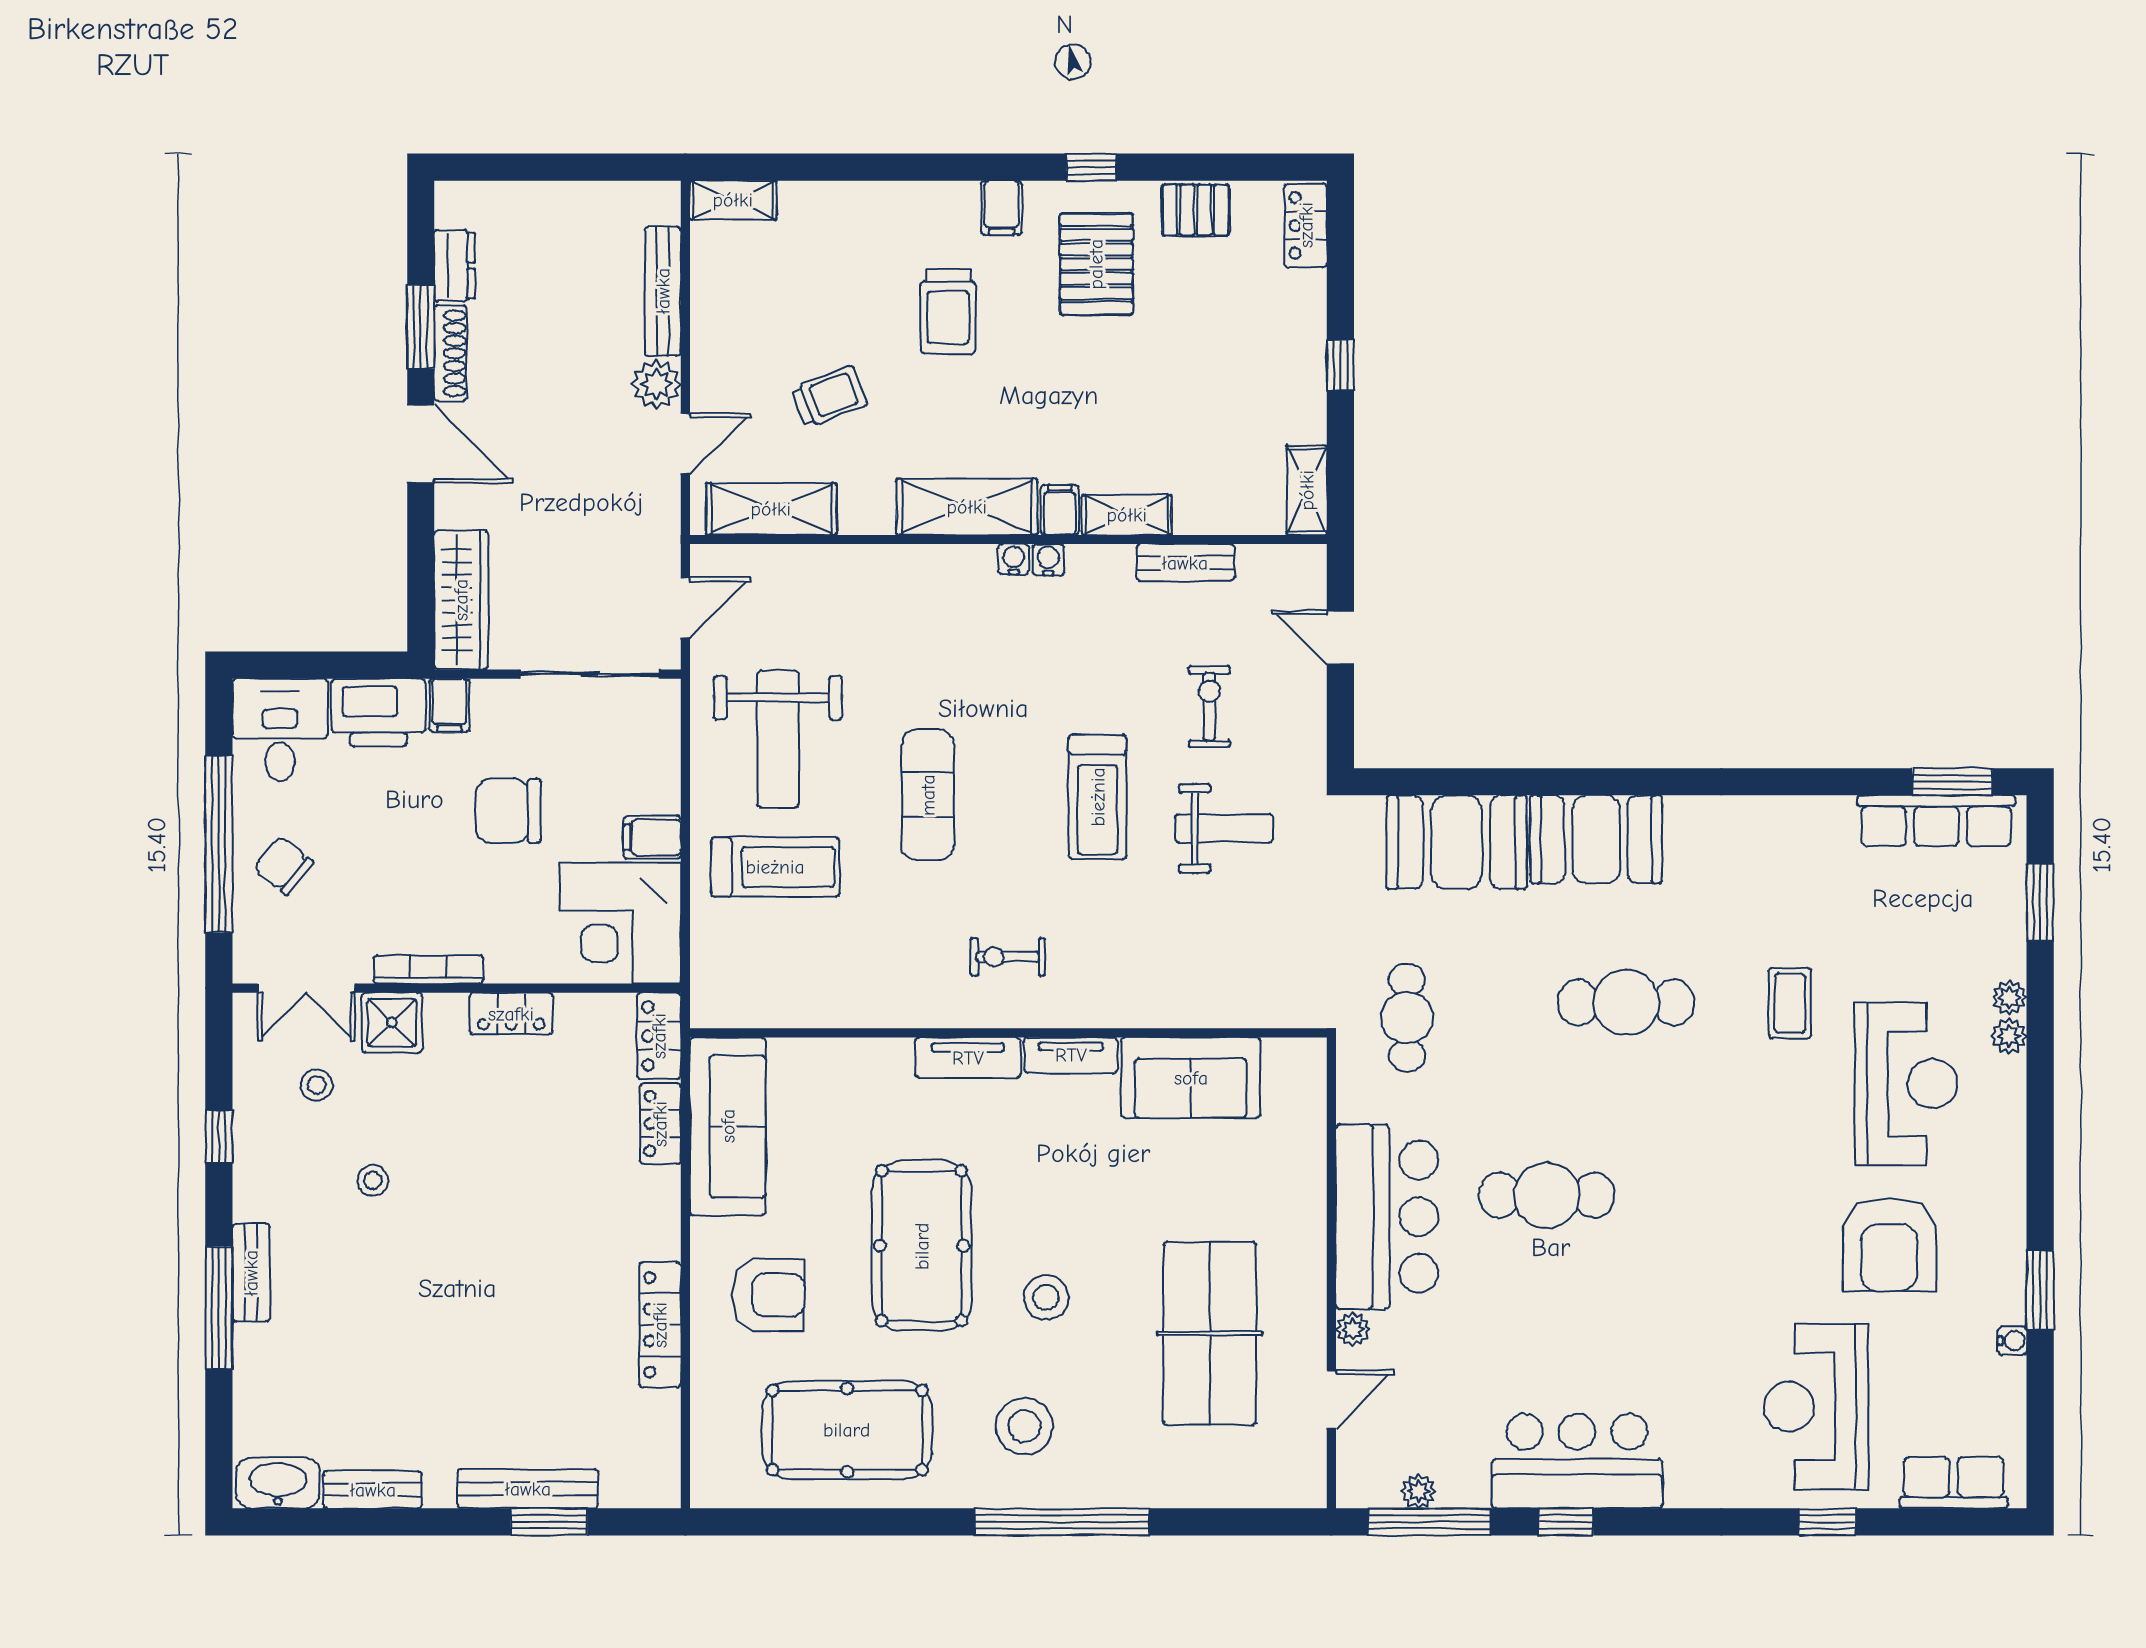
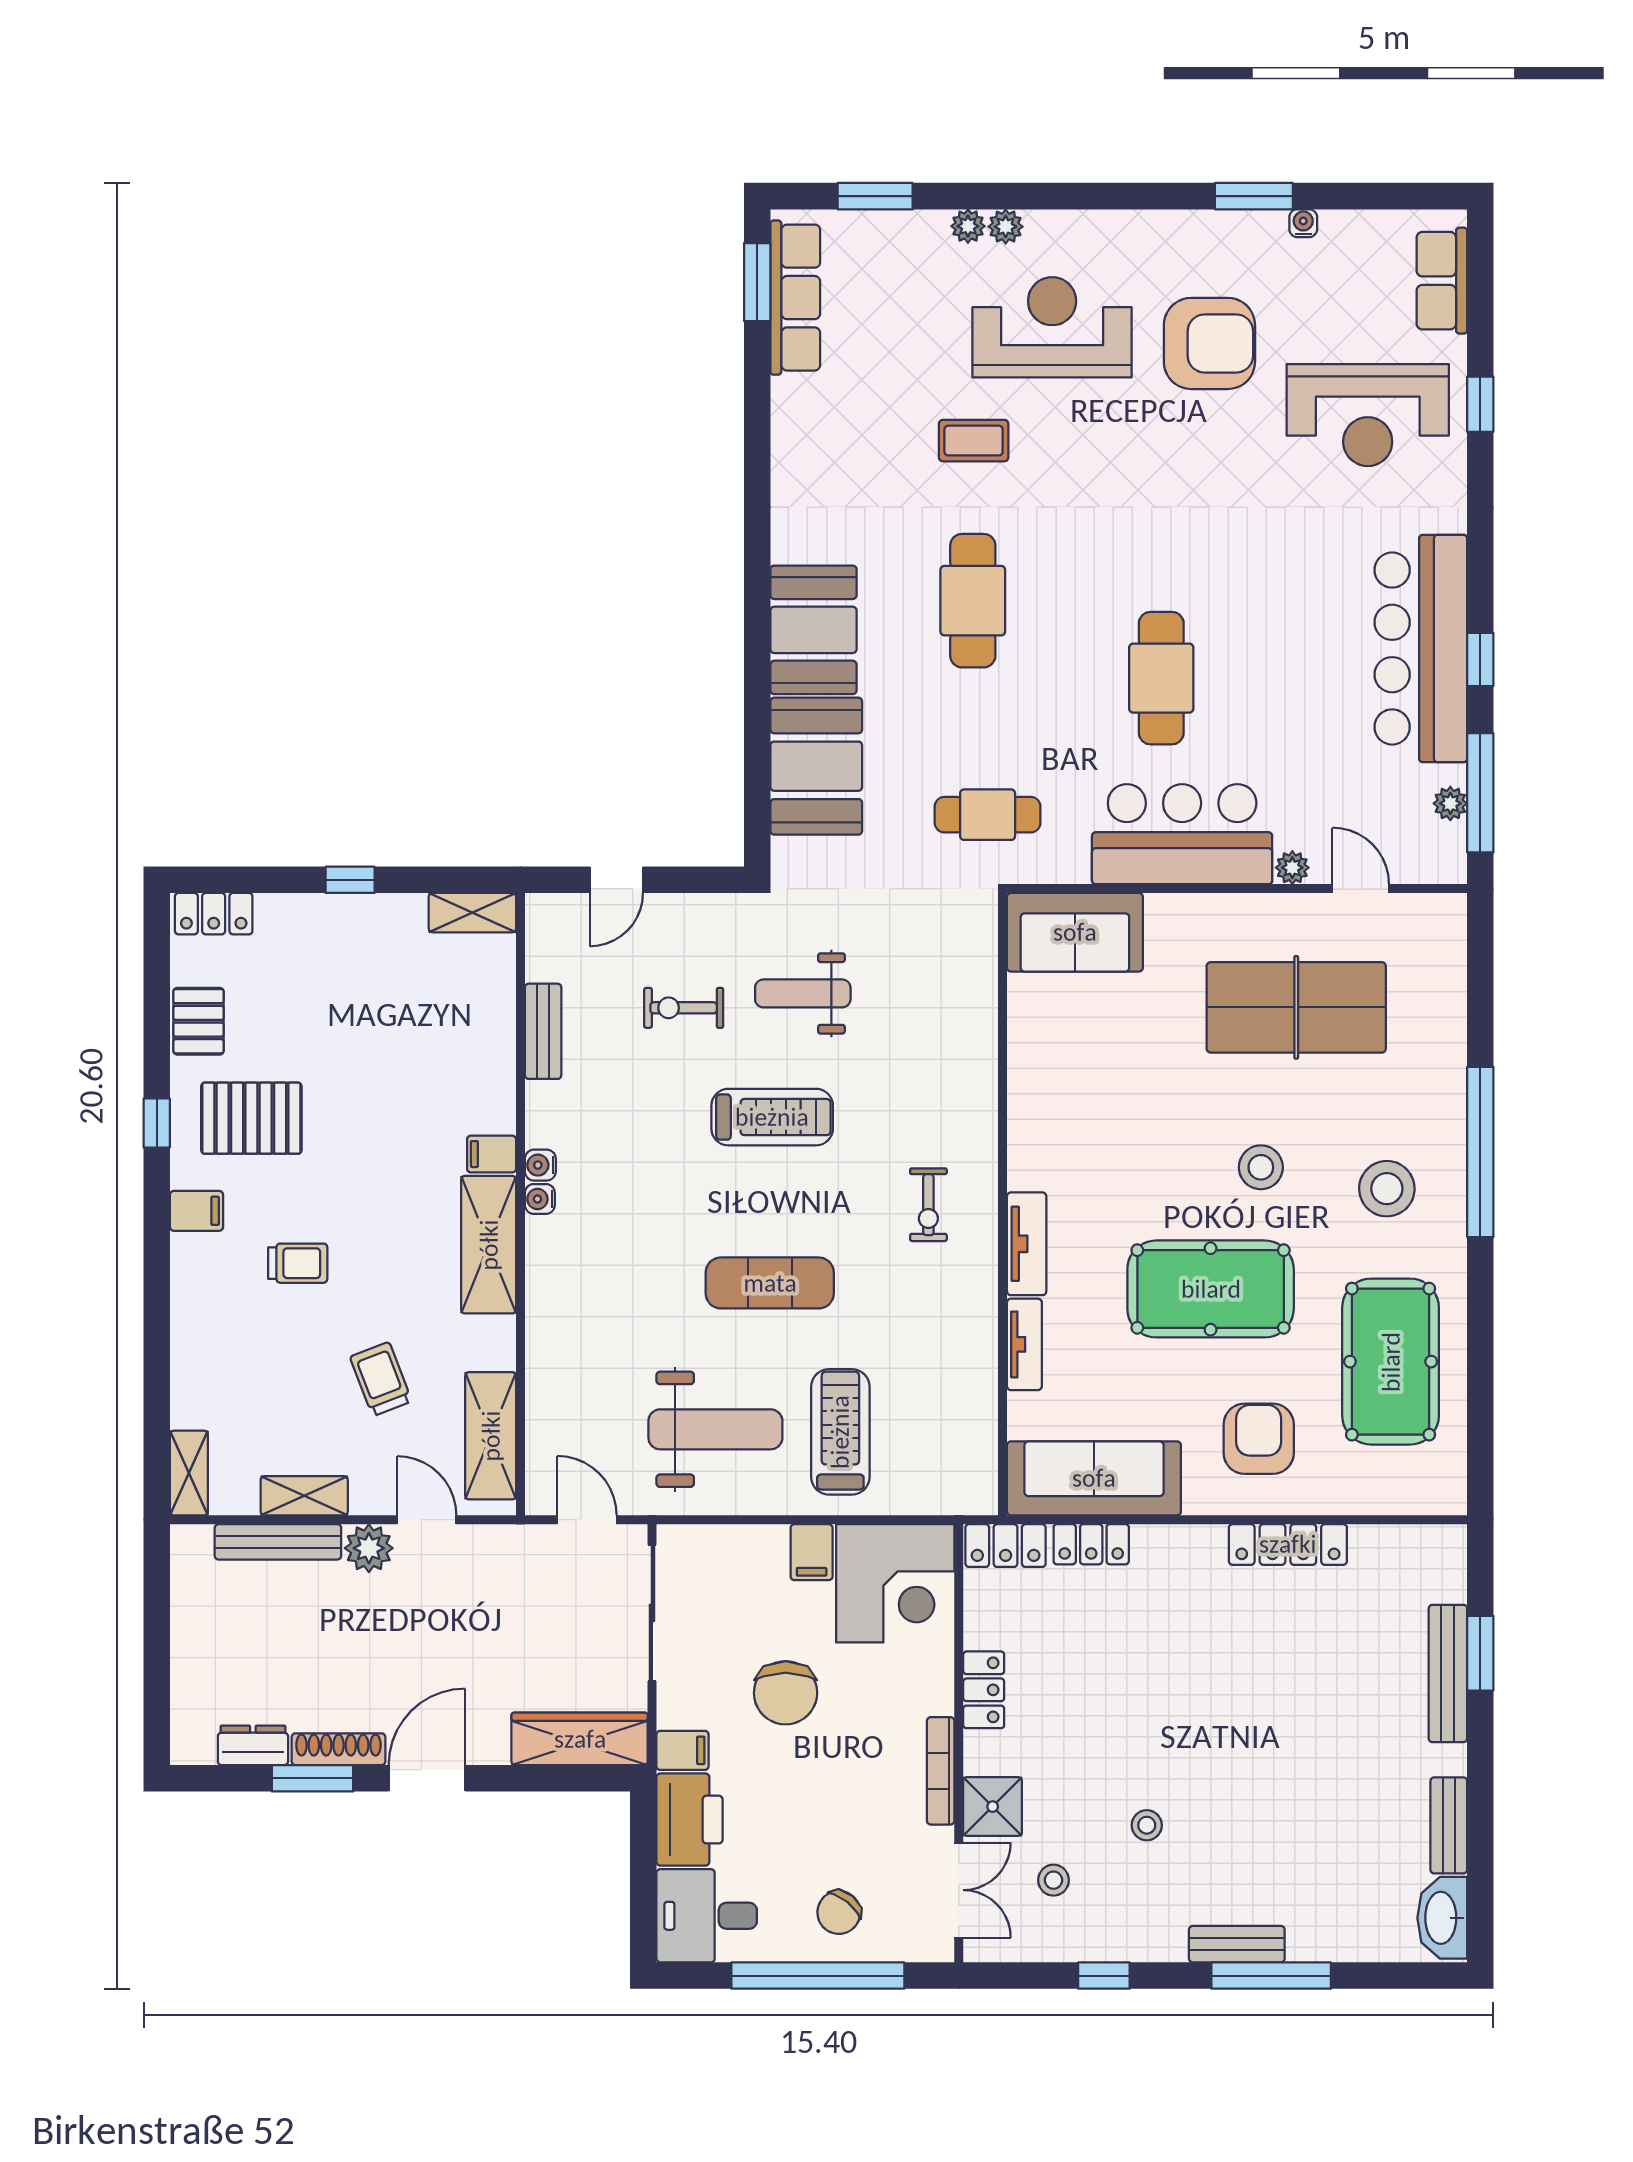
trolley: (948, 311) -> (298, 1263), width x0.73, depth x0.72
shelving: (1127, 515) -> (304, 1496), moved, turned 90
weight bench: (1224, 828) -> (803, 993), turned -90
tv unit: (1071, 1055) -> (1024, 1344), moved
sofa: (1191, 1078) -> (1075, 932), moved, turned 90
bar counter: (1577, 1461) -> (1421, 649), width x1.36

